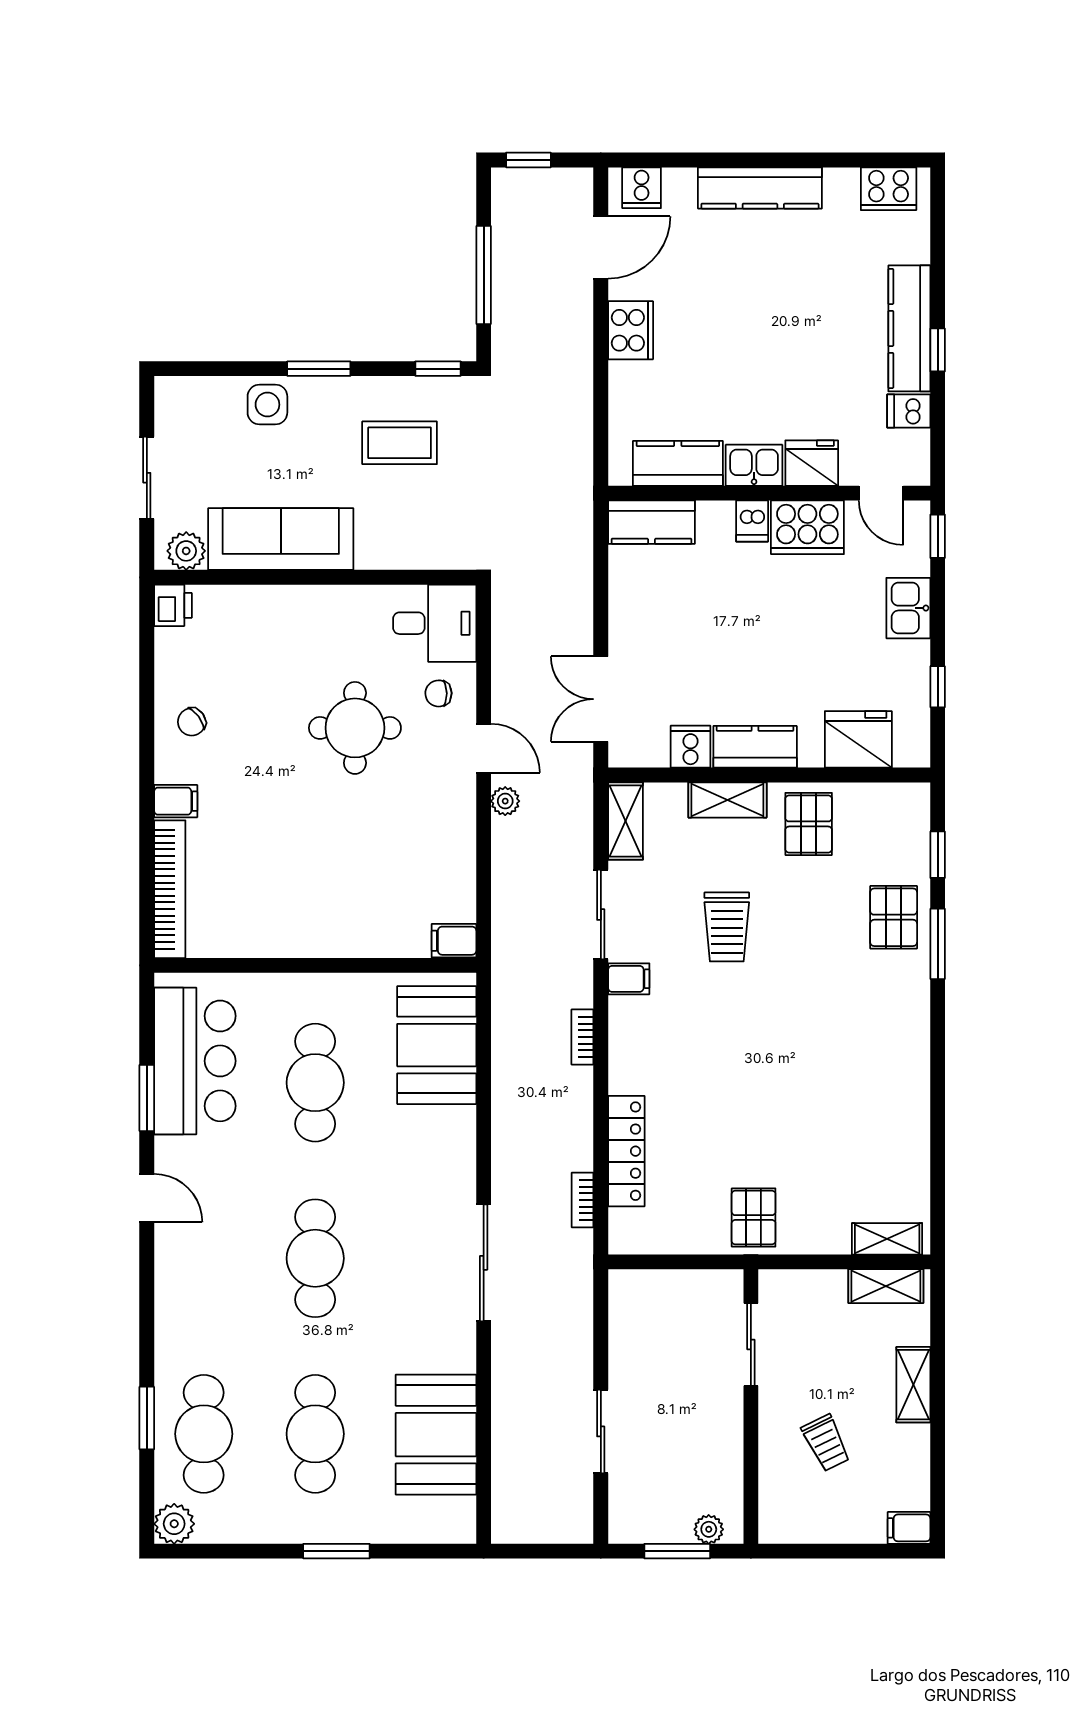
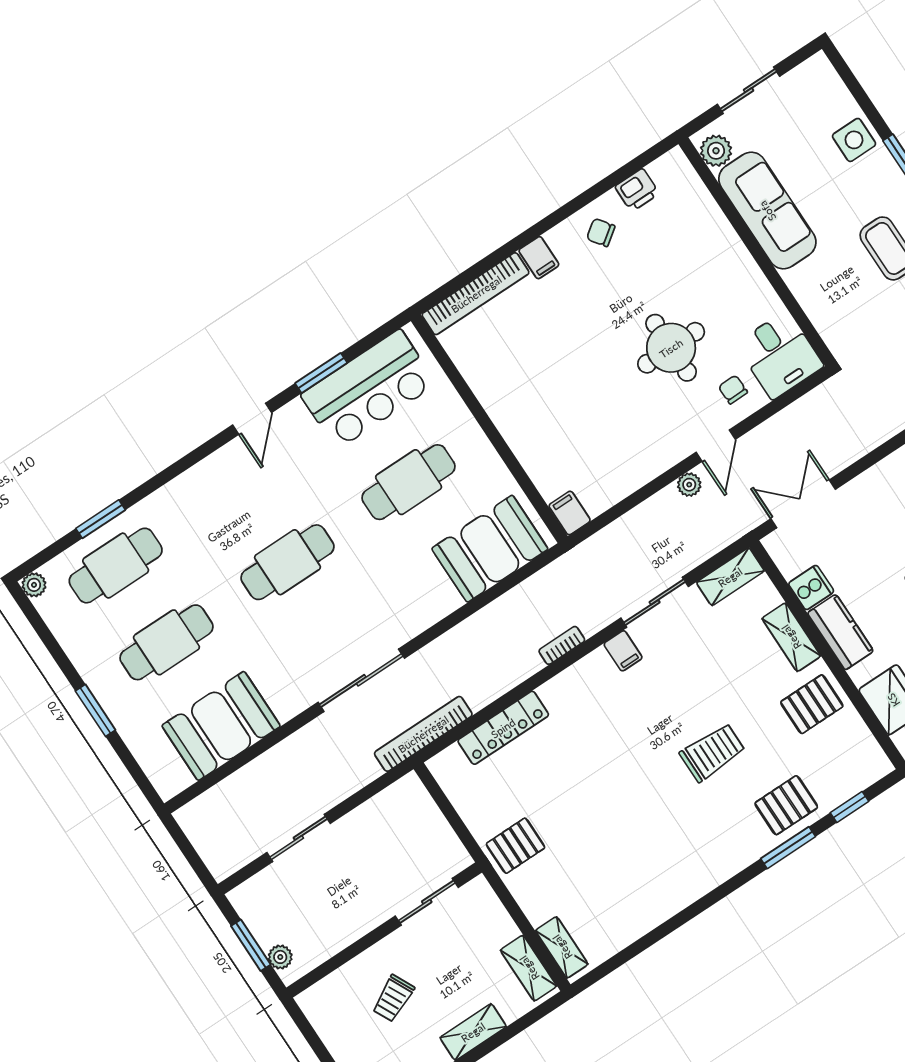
printer: (173, 605) -> (637, 190), moved
trolley: (727, 927) -> (712, 752), moved, turned 180
bookcase: (583, 1200) -> (423, 734), width x2.31, depth x1.31
plant: (174, 1524) -> (34, 585), width x0.73, depth x0.73

